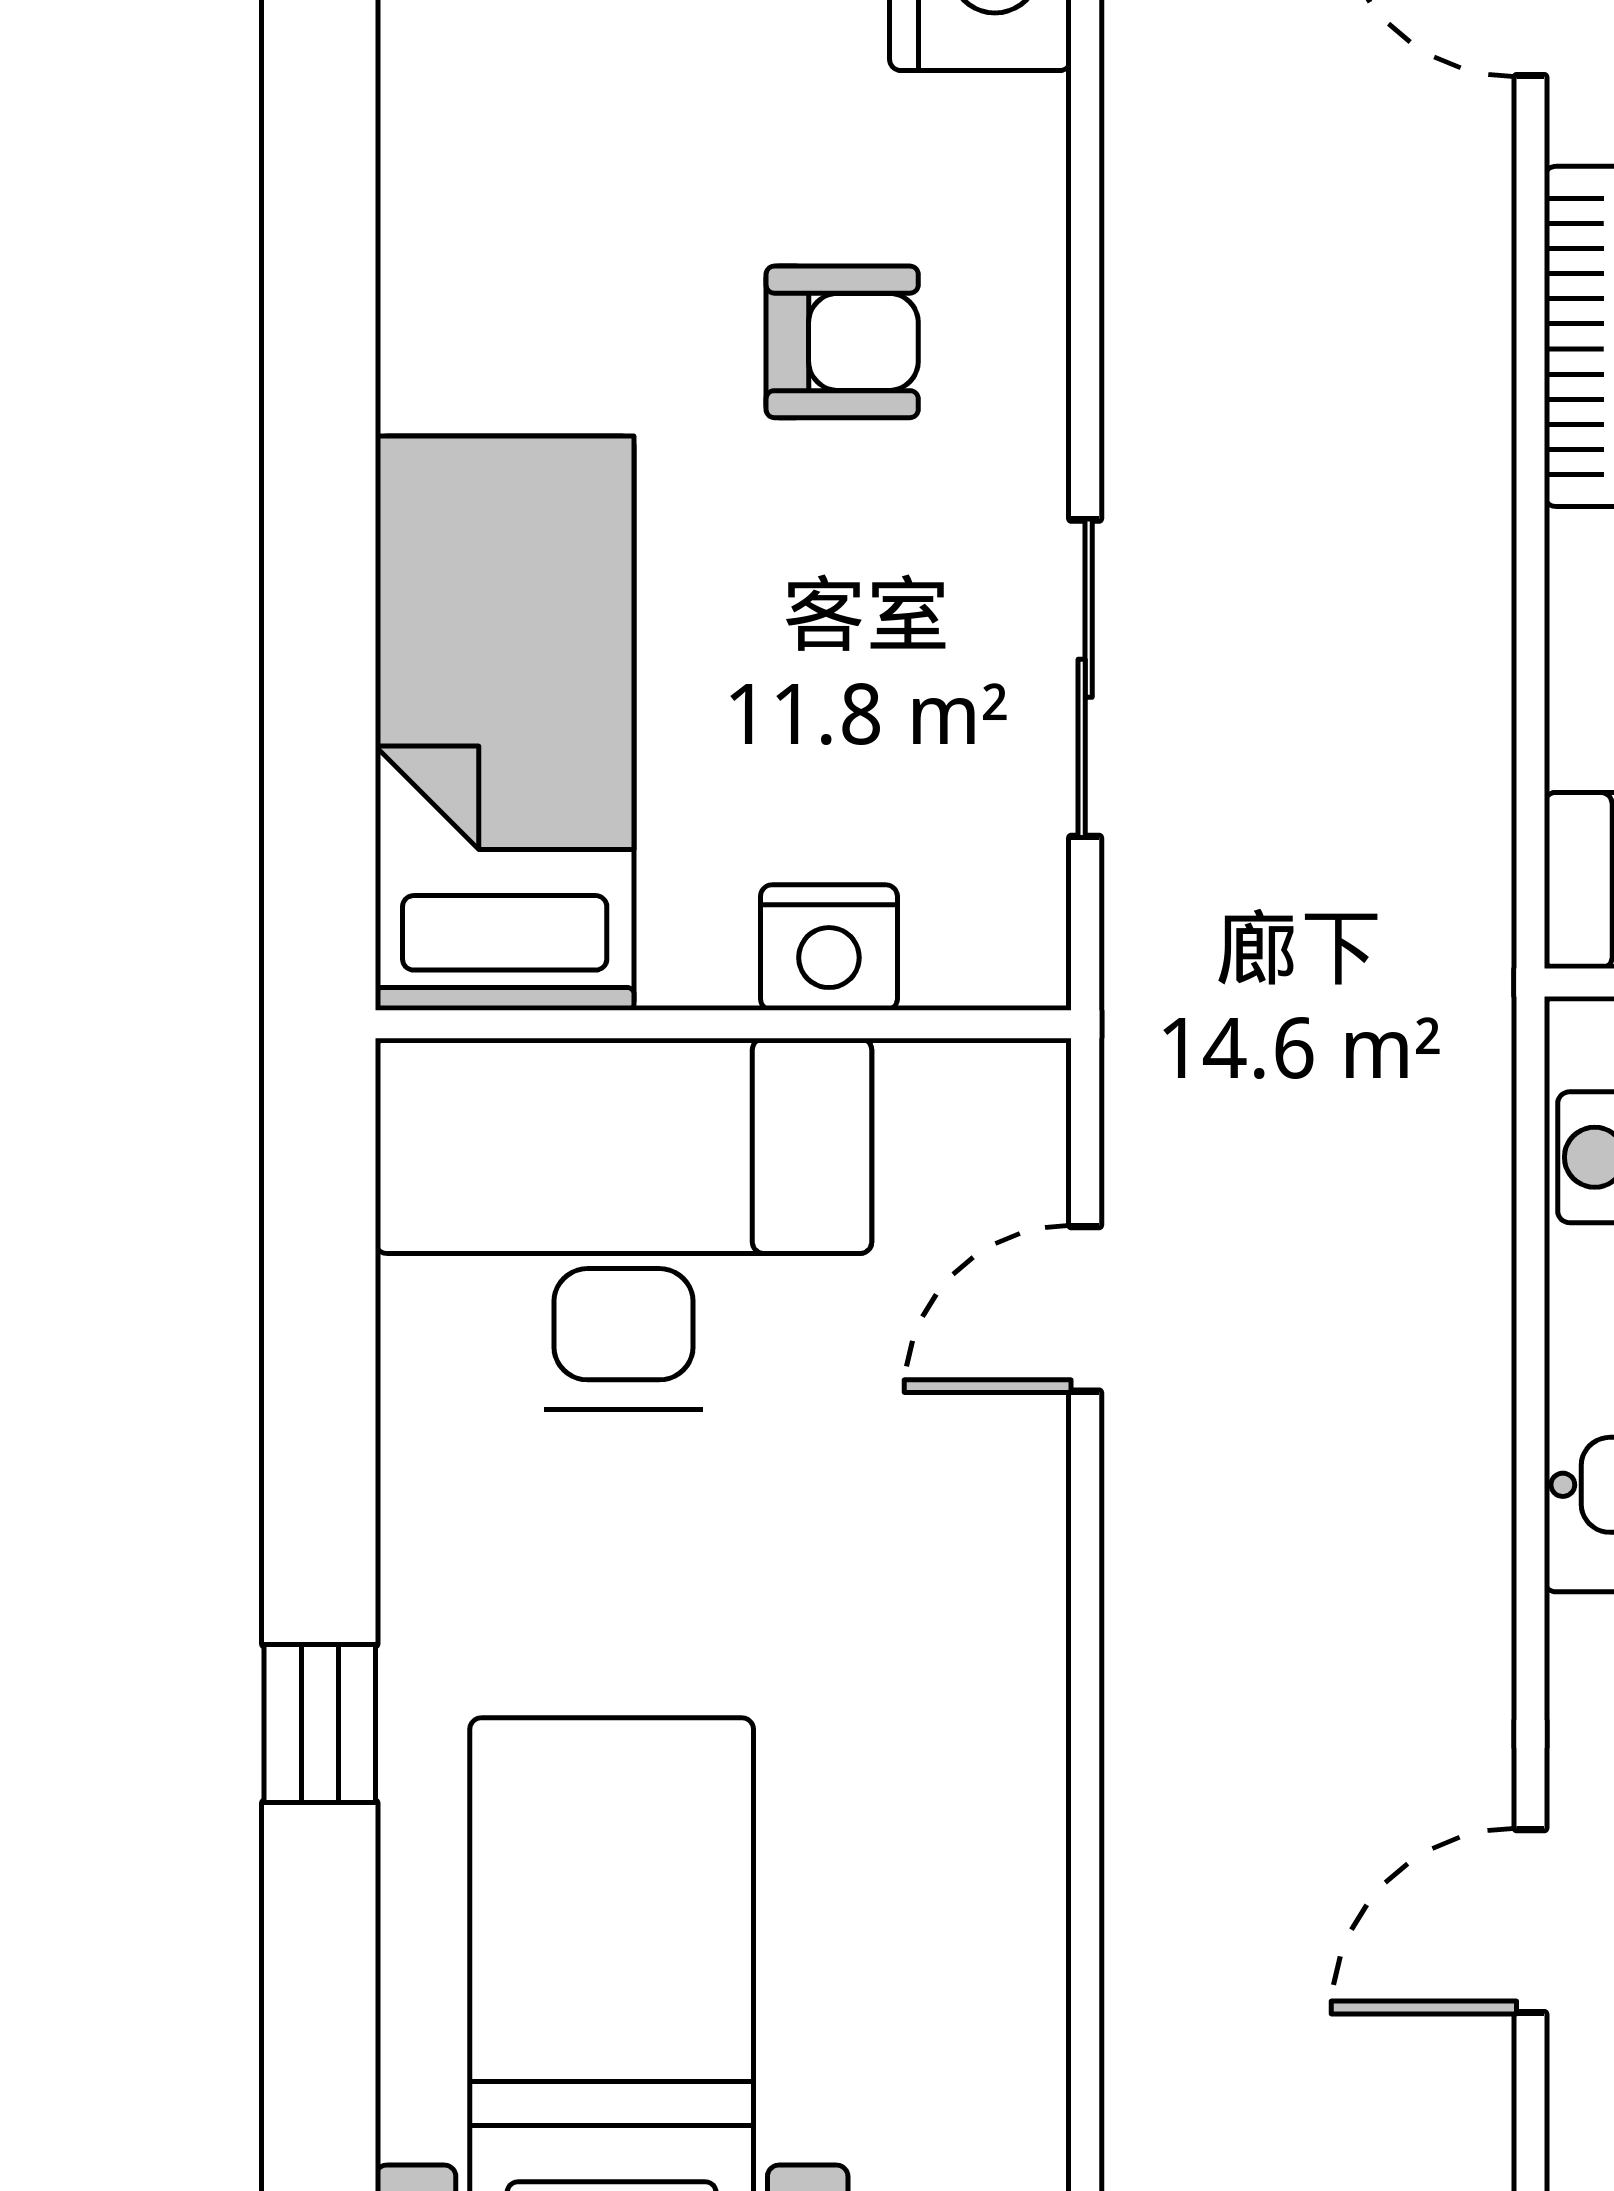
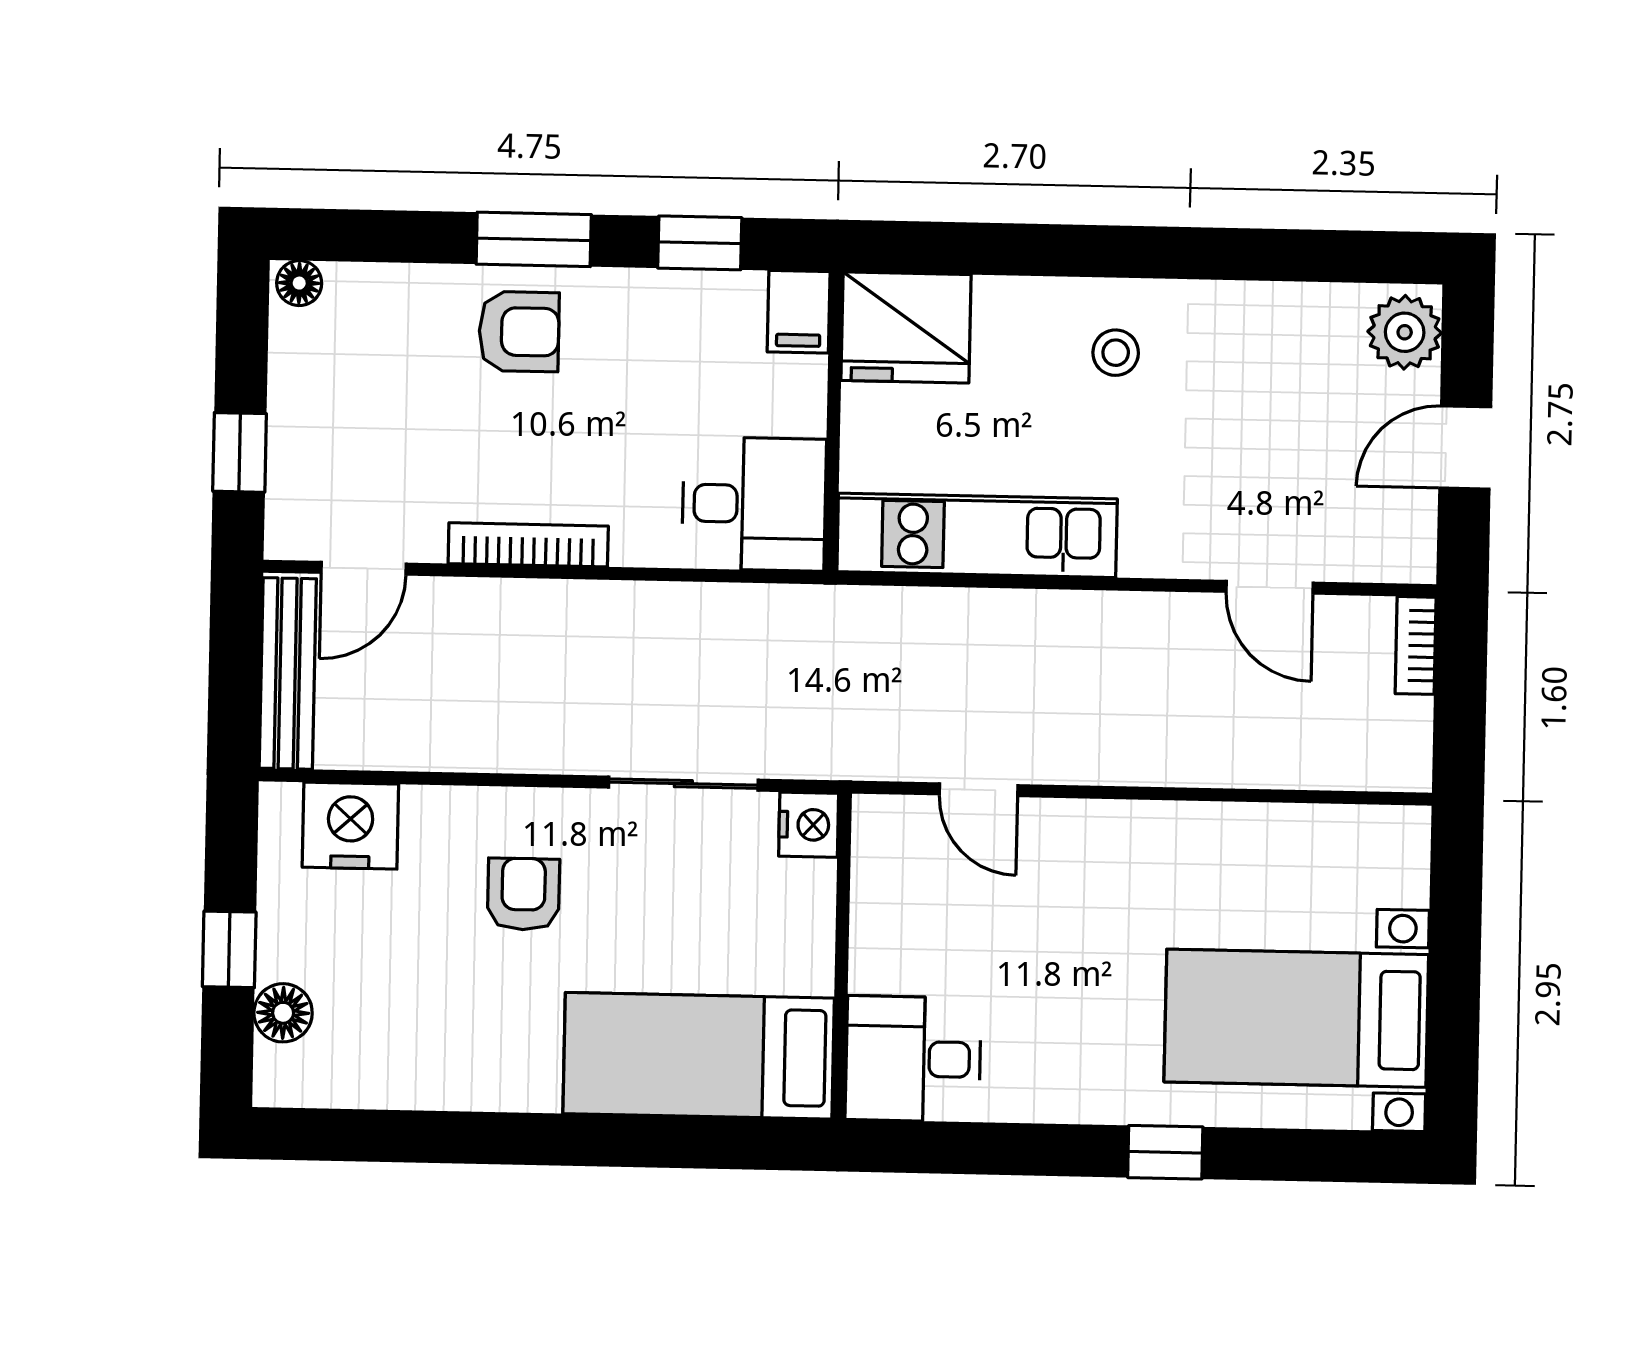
nightstand: (829, 948) -> (809, 825), moved
desk: (623, 1224) -> (913, 1059), width x0.53, depth x0.77

